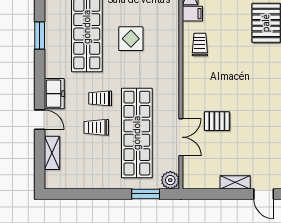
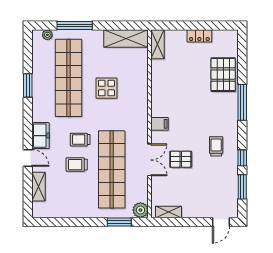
filing cabinet: (192, 14) -> (160, 124), moved
trolley: (200, 45) -> (216, 146), moved
double door: (181, 137) -> (150, 160), moved
shelving: (235, 182) -> (168, 212), moved
door: (264, 194) -> (221, 222), hinge flipped

